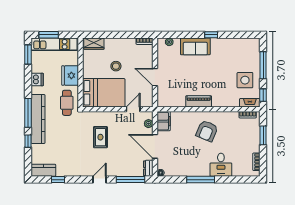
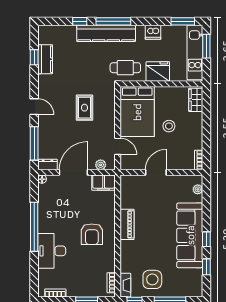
window: (234, 35) -> (206, 267), added
sofa: (195, 46) -> (190, 235), width x1.85, depth x1.27
armchair: (207, 131) -> (92, 234), turned -113
rug: (100, 137) -> (85, 108), turned 90
desk: (221, 165) -> (52, 251), width x1.37
kitchen counter: (43, 170) -> (45, 59), moved
window: (201, 180) -> (34, 227), width x1.46

